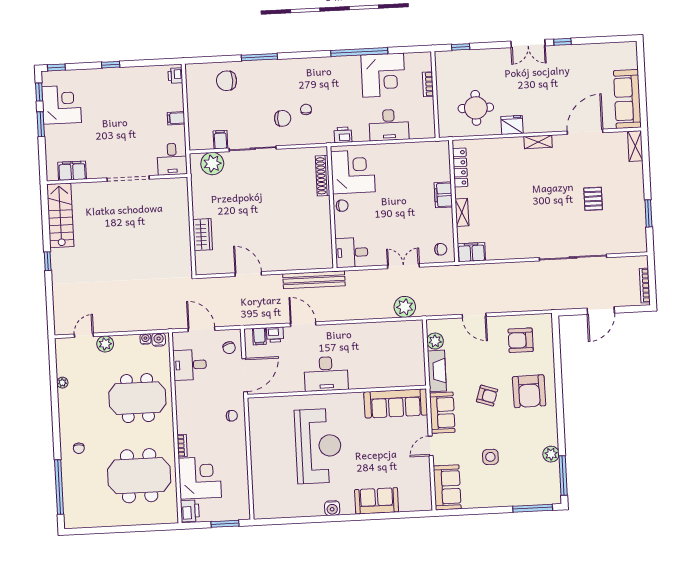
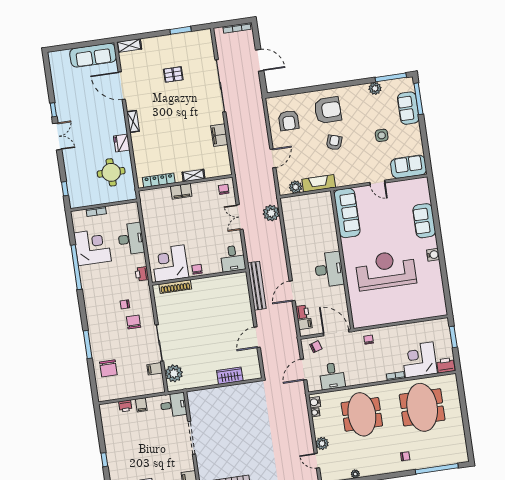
printer: (175, 76) -> (125, 406), moved
filing cabinet: (471, 252) -> (219, 135), moved
sofa: (442, 413) -> (408, 108), moved, turned -90

